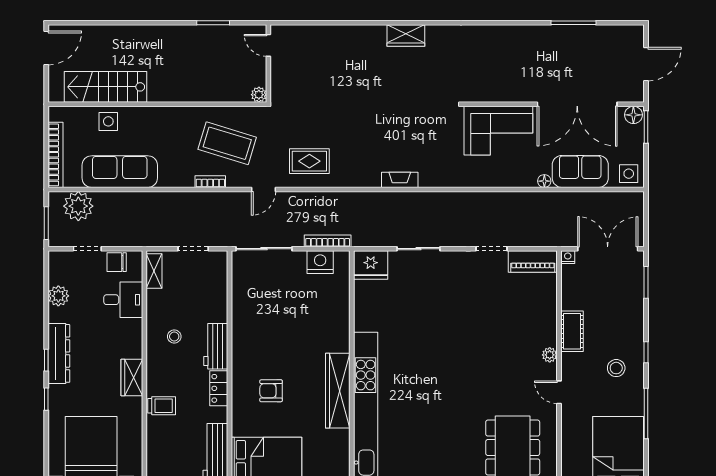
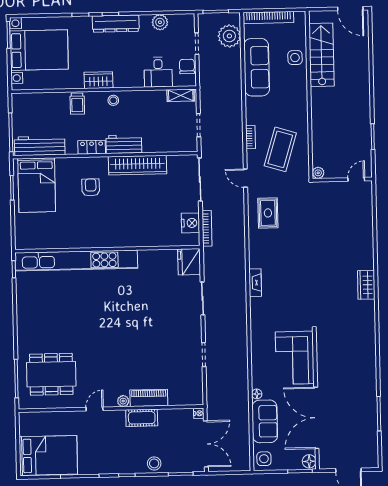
piano: (533, 261) -> (149, 398), moved, turned 90
stool: (174, 336) -> (113, 100), moved
stool: (616, 368) -> (154, 463), moved
wardrobe: (338, 391) -> (137, 165), moved, turned 180

